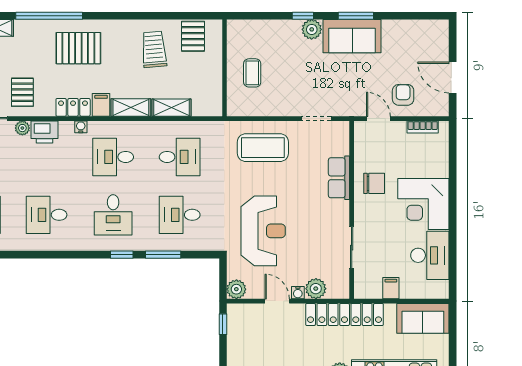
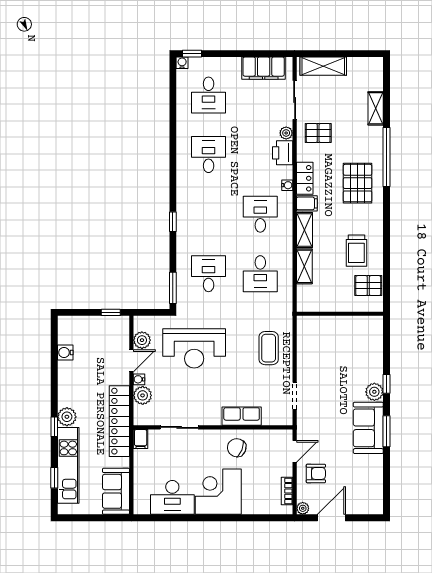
trolley: (154, 49) -> (356, 251), turned 95
coffee table: (252, 73) -> (335, 339), removed
plant: (442, 109) -> (303, 508), added
coffee table: (263, 148) -> (269, 348), width x0.73, depth x0.76
chair: (374, 183) -> (237, 448), turned 112
desk: (113, 215) -> (209, 214), removed
window: (163, 255) -> (173, 288), moved
filing cabinet: (391, 288) -> (141, 439), moved, turned 90
plant: (236, 289) -> (142, 340), moved

